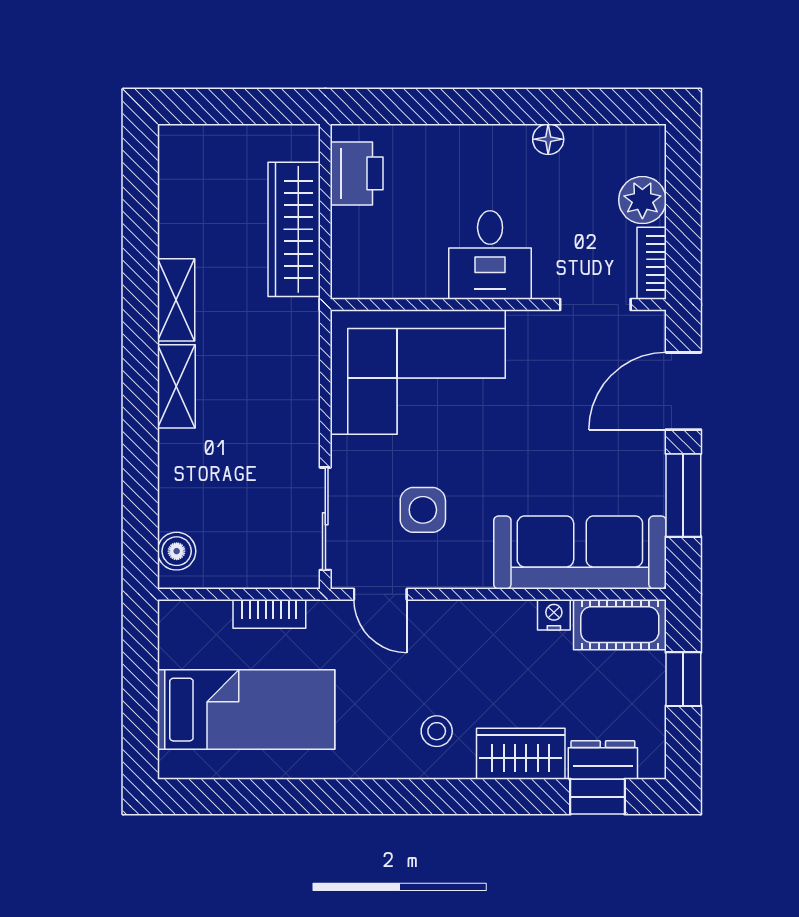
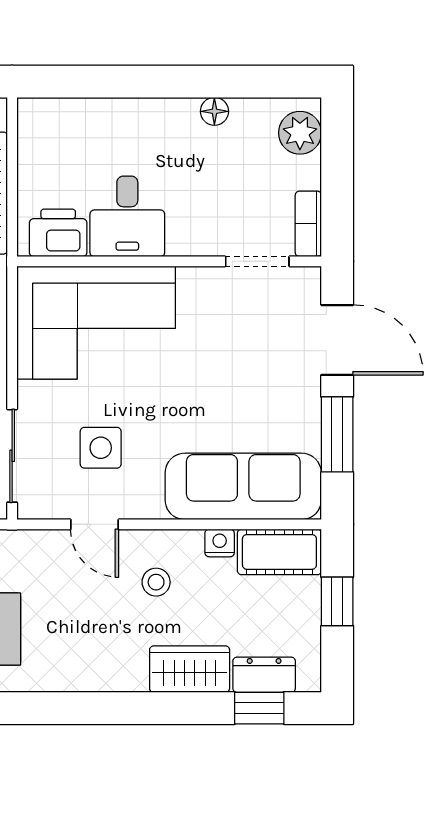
printer: (357, 173) -> (58, 233), moved, turned -90
plant: (642, 200) -> (300, 133), moved
desk: (490, 255) -> (127, 216), moved
door: (683, 391) -> (337, 340), swing flipped
door: (380, 594) -> (95, 524), moved
stool: (437, 731) -> (156, 582), moved

